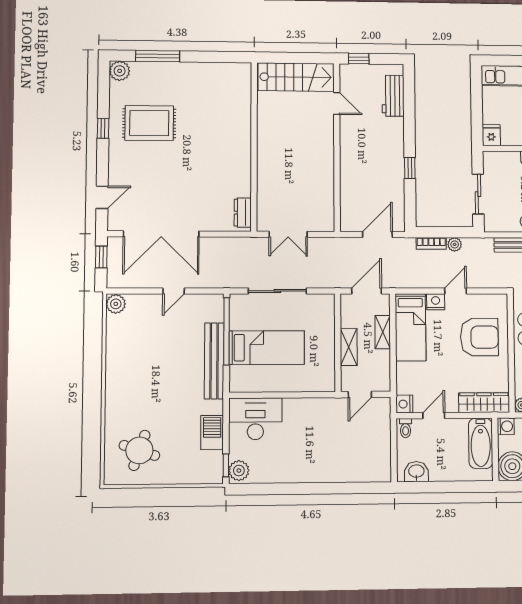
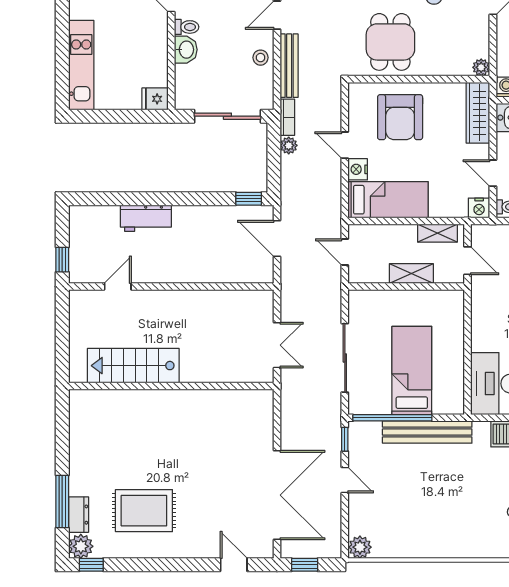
stairs: (296, 77) -> (133, 366), moved, turned -90
workbench: (393, 96) -> (146, 218), moved
rug: (149, 123) -> (144, 511), turned 90
window: (103, 128) -> (91, 565), moved
window: (410, 168) -> (249, 199), moved
sliding door: (478, 194) -> (227, 116), width x1.37
dresser: (243, 213) -> (79, 515), moved, turned -90
bookcase: (431, 243) -> (287, 117), moved
window: (208, 291) -> (345, 439), added
door: (367, 291) -> (345, 252), width x0.73
shelving: (383, 332) -> (437, 233), moved
armchair: (479, 337) -> (400, 117), turned 180

